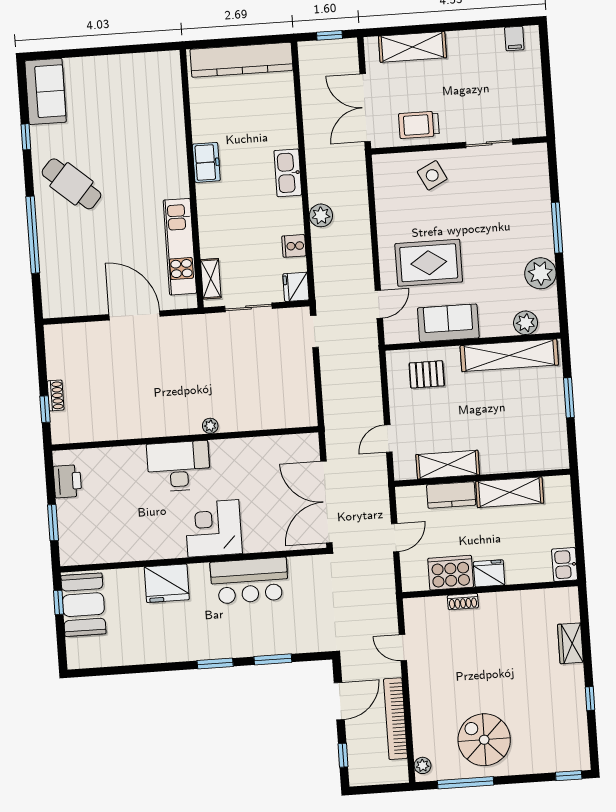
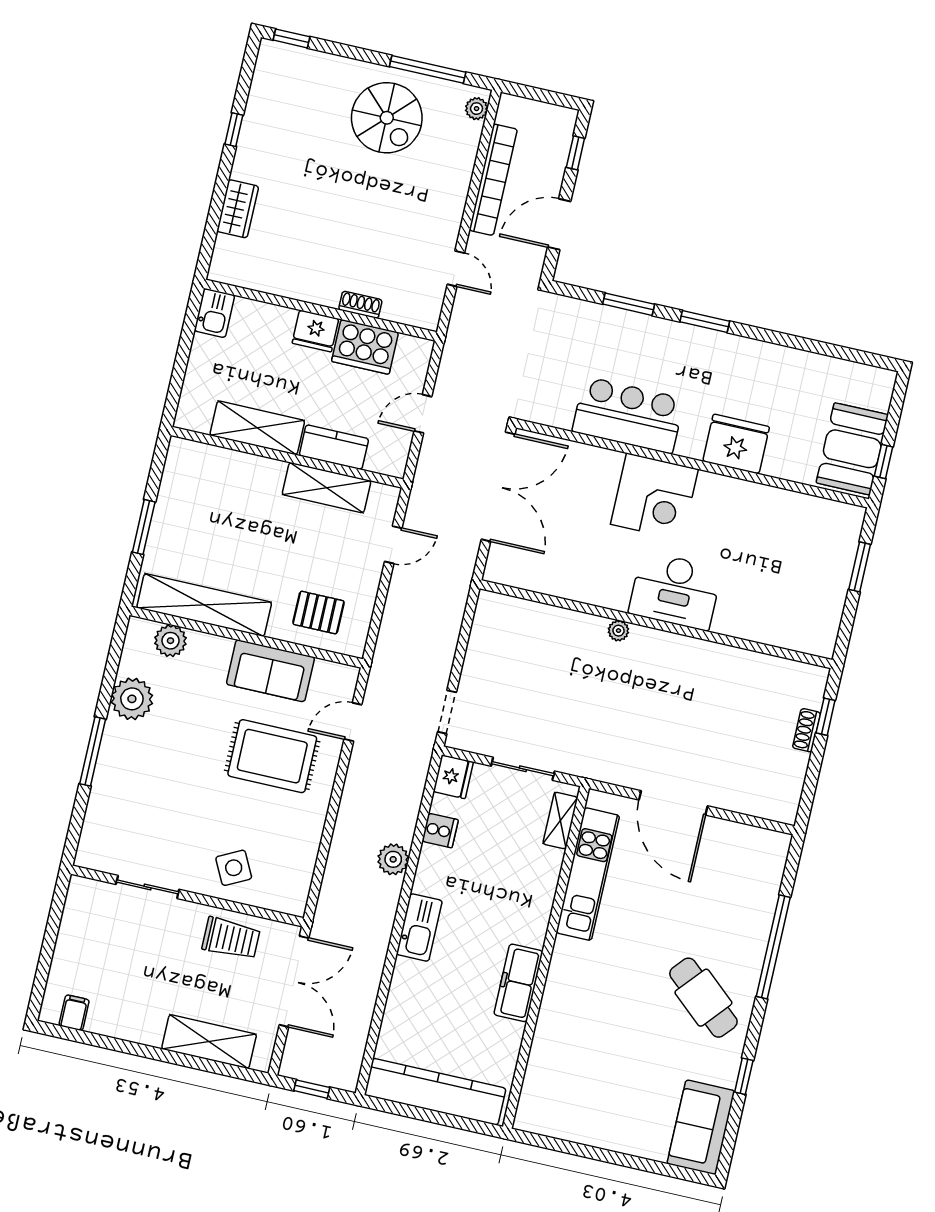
freezer: (206, 162) -> (518, 983), width x1.40
printer: (67, 481) -> (825, 615), removed

